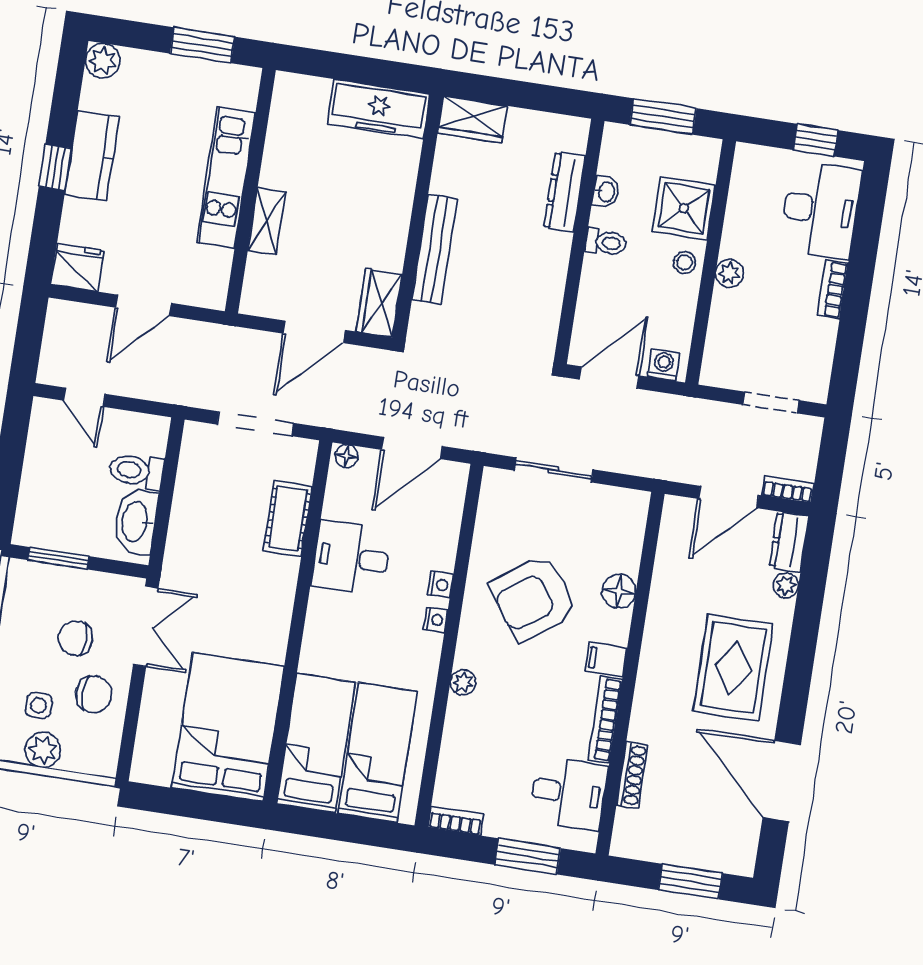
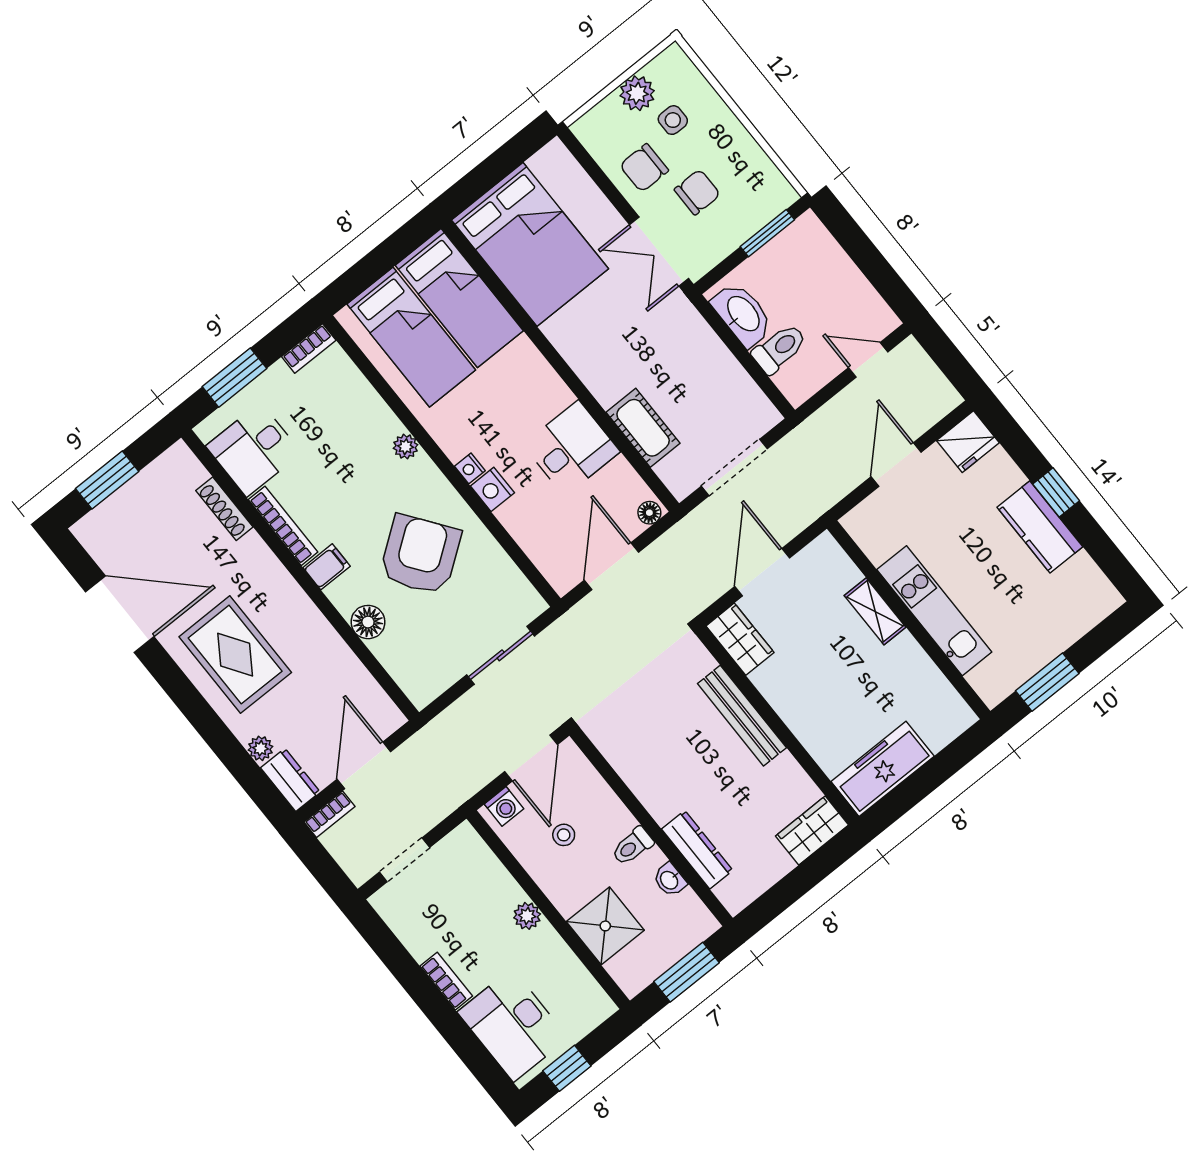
plant: (103, 61) -> (1103, 599), removed
stool: (684, 263) -> (564, 835), moved
nightstand: (440, 585) -> (492, 489), width x1.39, depth x1.35

